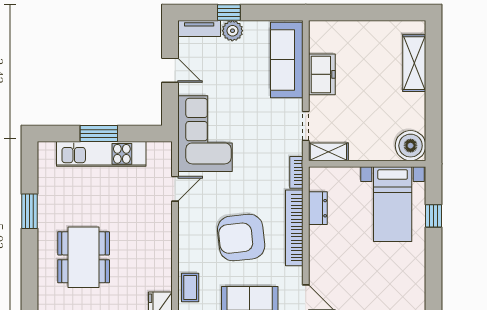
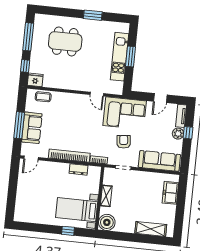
freezer: (322, 74) -> (170, 193), moved, turned 90
shelving: (328, 152) -> (106, 196), moved
armchair: (241, 238) -> (124, 142), moved, width x0.53, depth x0.53

